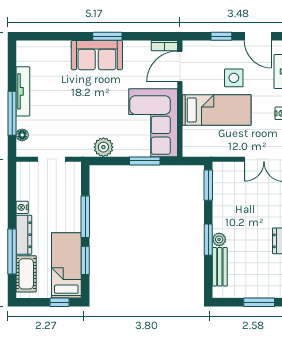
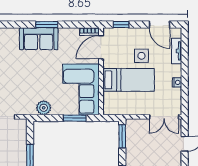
window: (221, 36) -> (121, 25), moved

